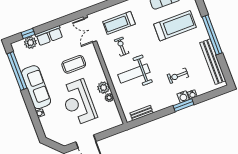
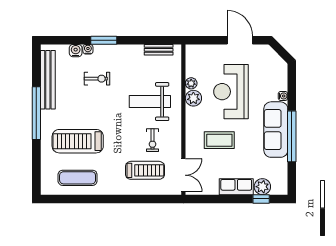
window: (17, 71) -> (292, 136), moved
weight bench: (134, 73) -> (150, 102), turned 180
water cooler: (183, 97) -> (76, 51), moved
reception desk: (78, 102) -> (231, 92), turned 180

